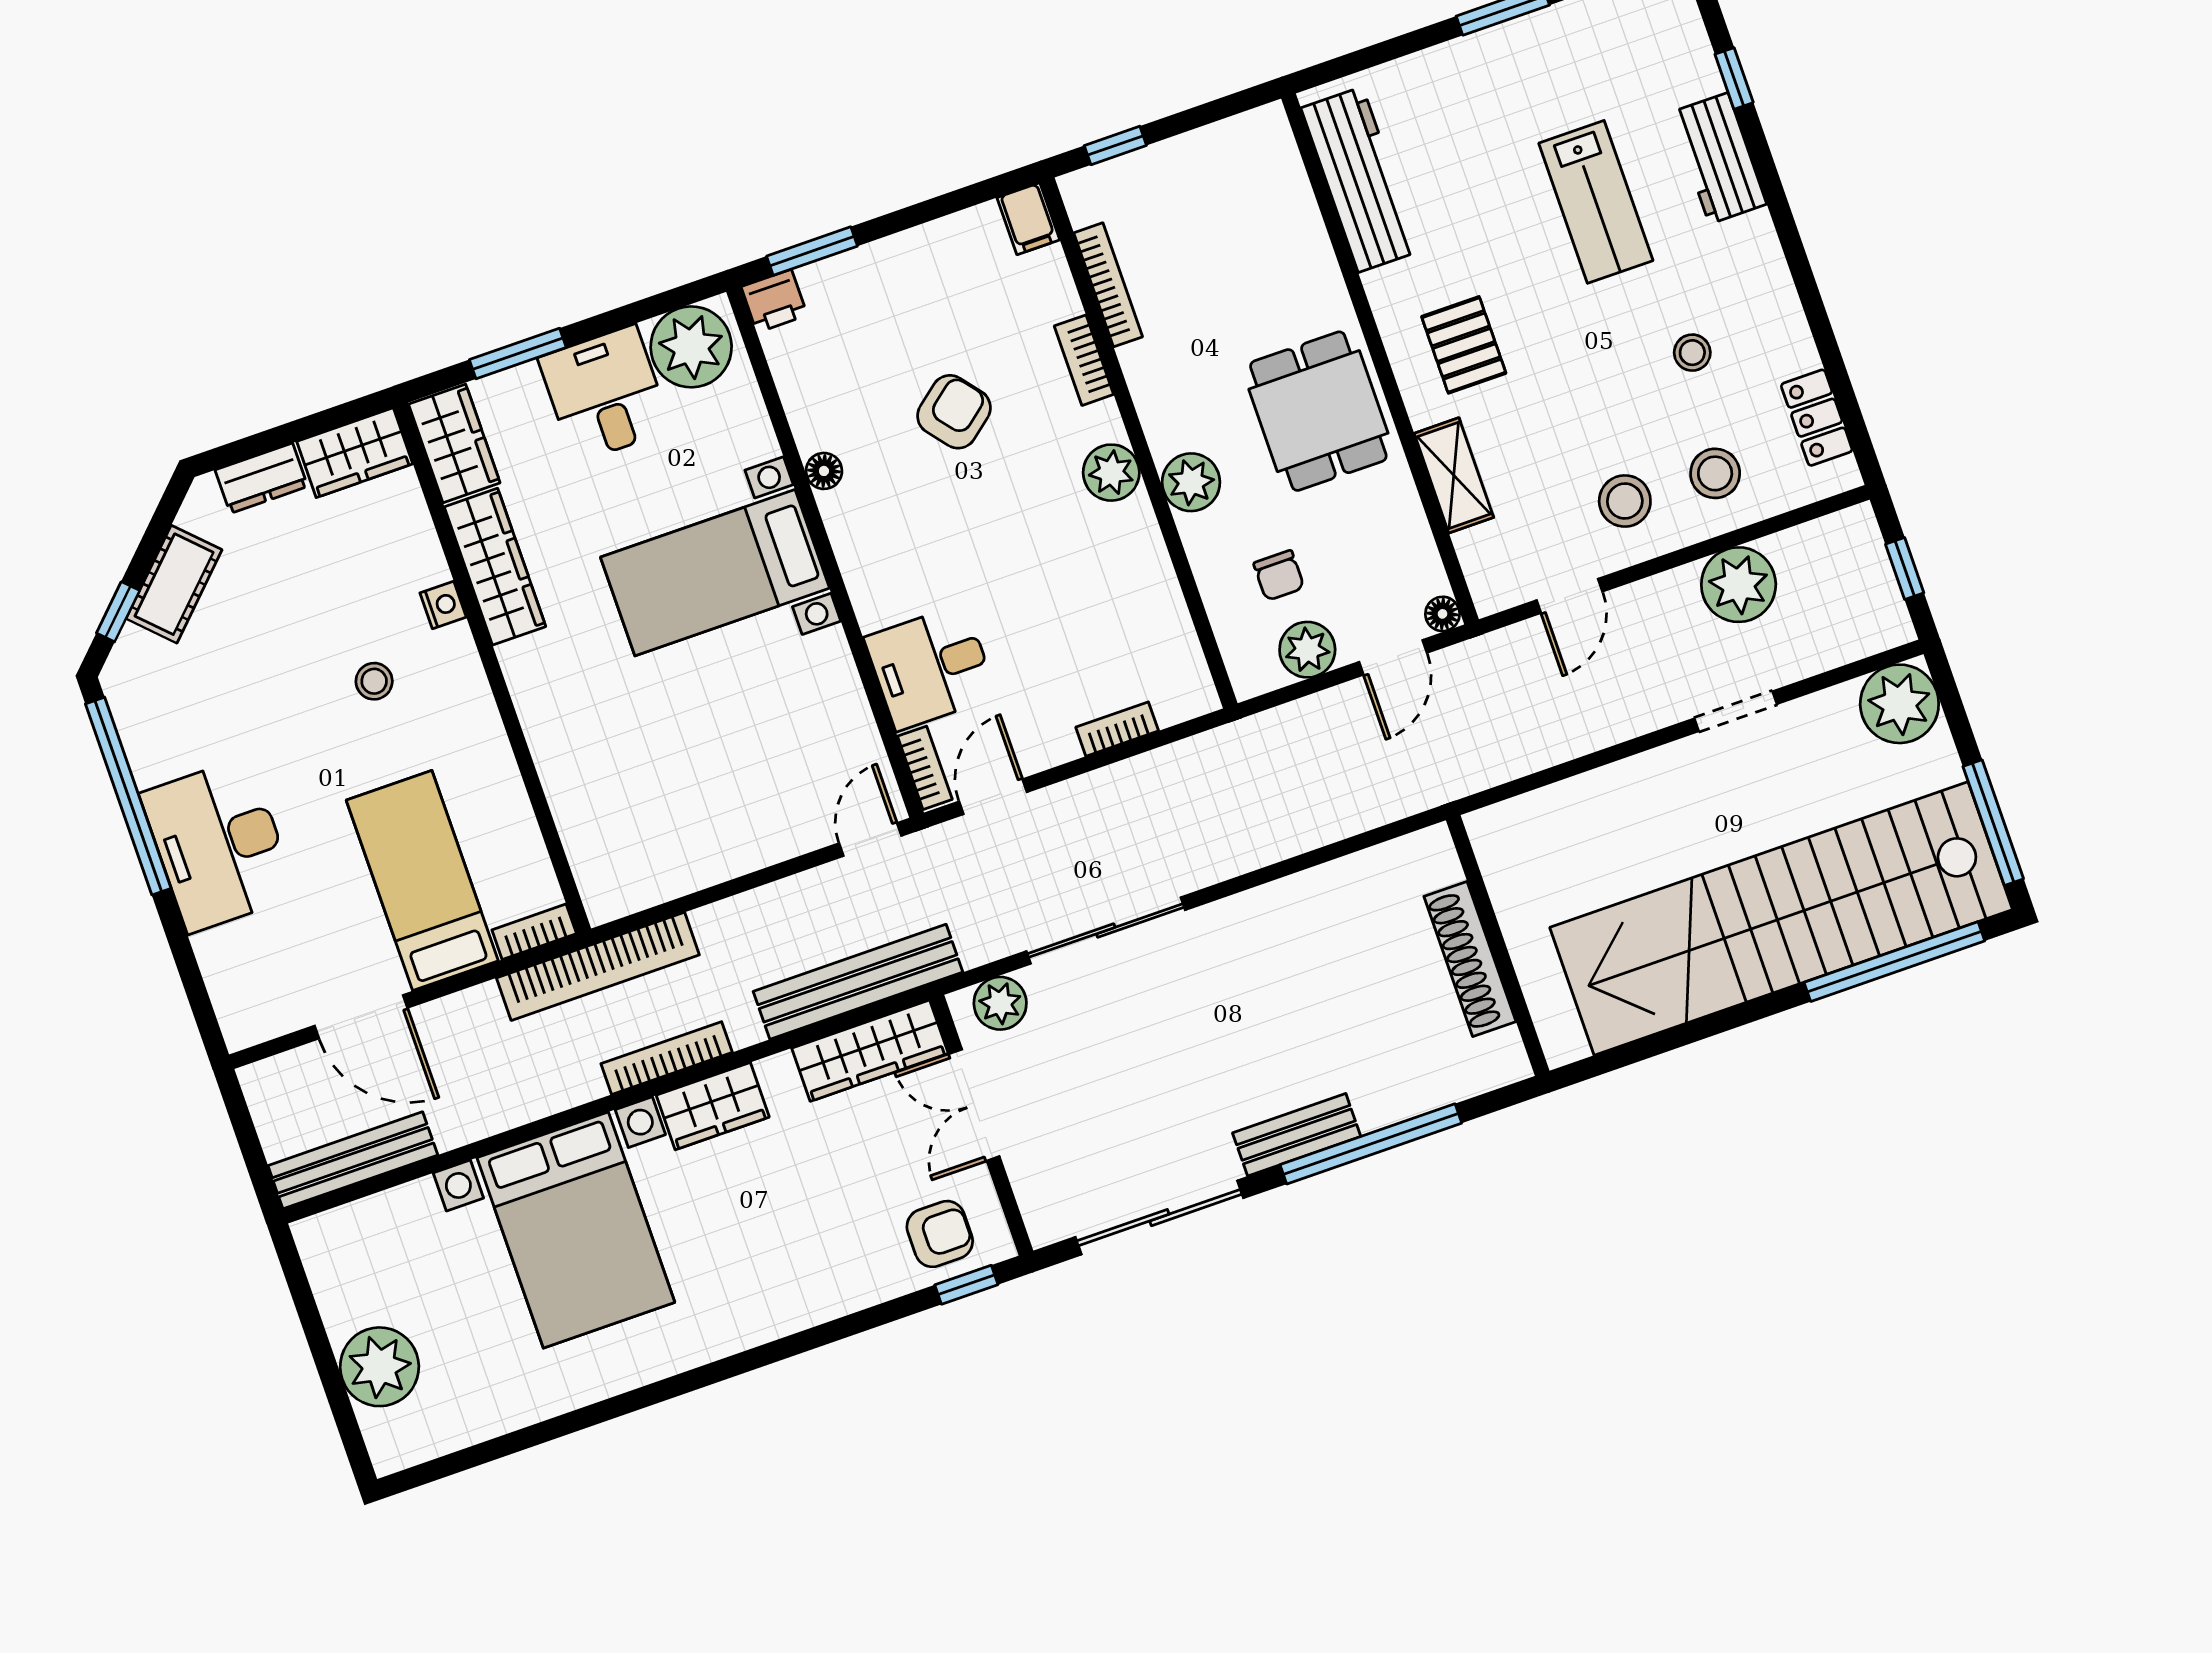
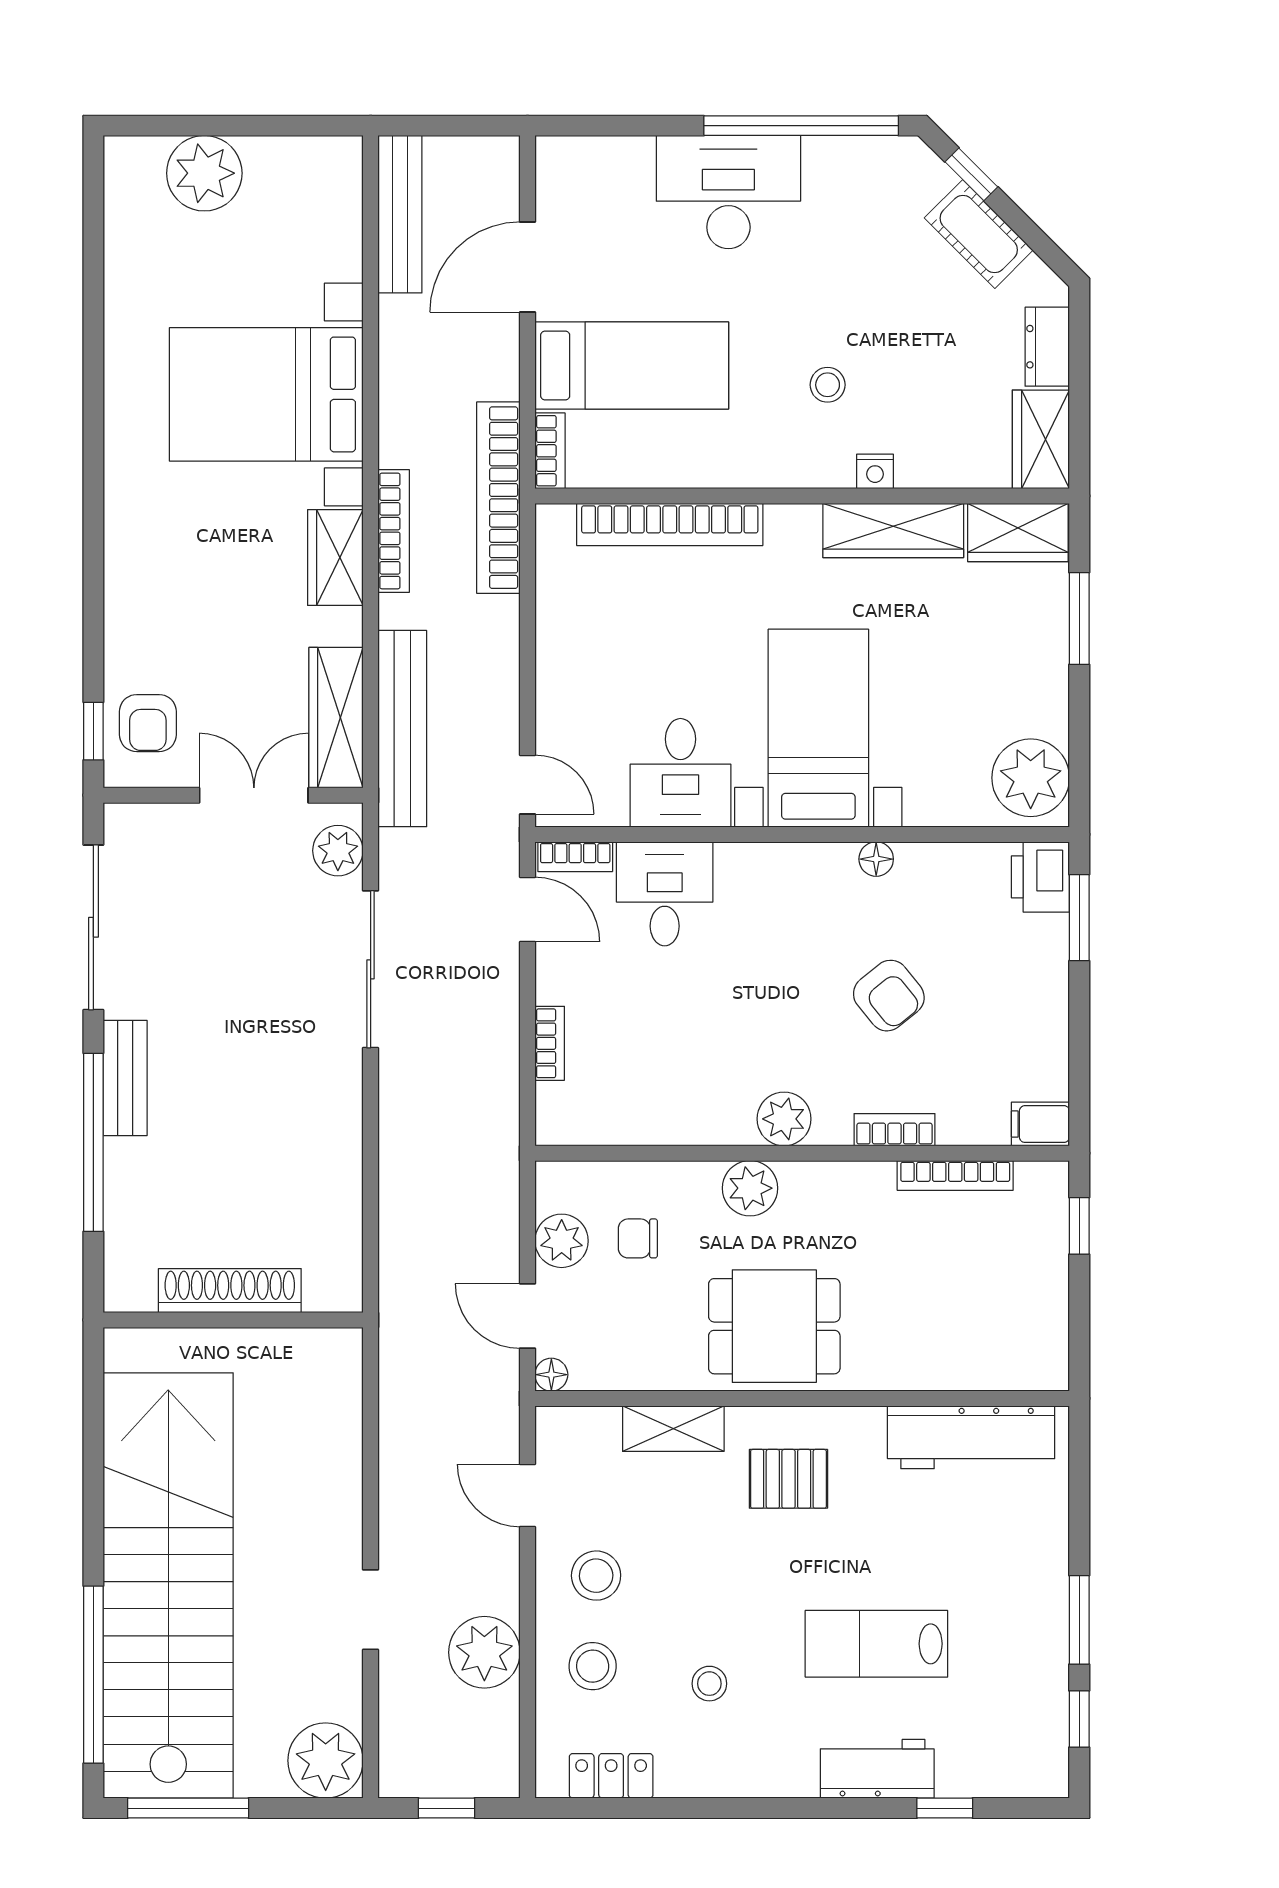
printer: (774, 301) -> (1040, 877), width x1.36, depth x1.24
desk: (605, 394) -> (680, 773), moved, turned 90
bookcase: (566, 789) -> (670, 524), added

